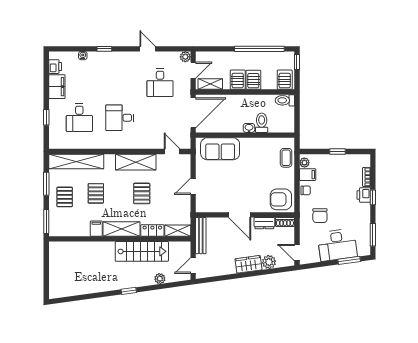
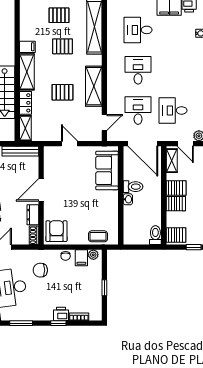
desk: (160, 118) -> (138, 110), added
toilet: (262, 123) -> (133, 187), moved

